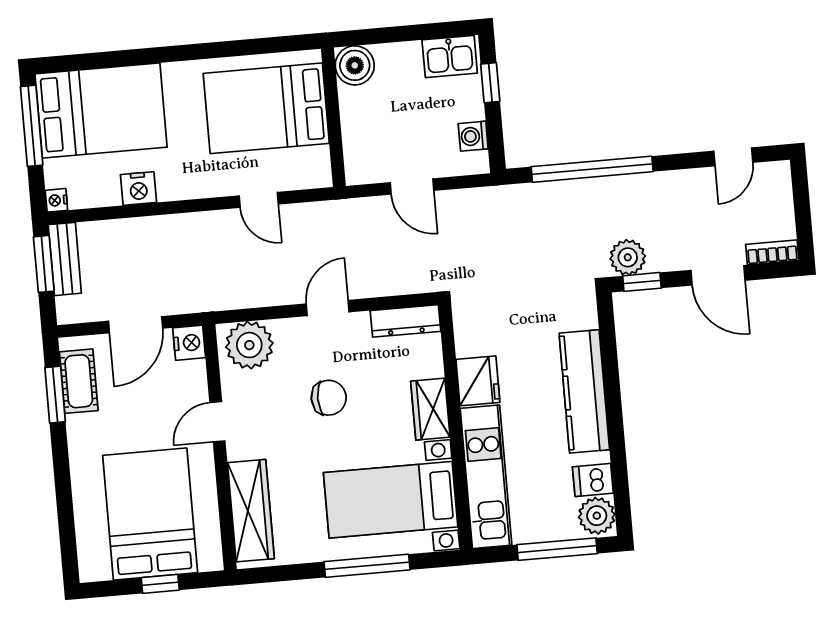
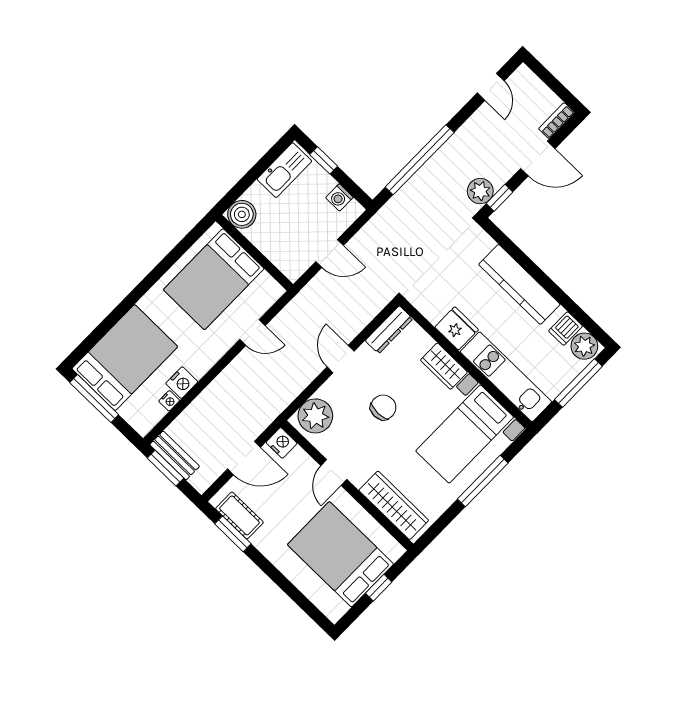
kitchen sink: (450, 57) -> (284, 170), width x1.38
nightstand: (56, 200) -> (169, 401), moved, turned -90
door: (136, 325) -> (244, 458), hinge flipped

